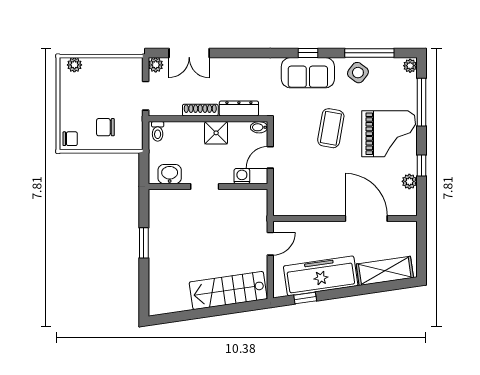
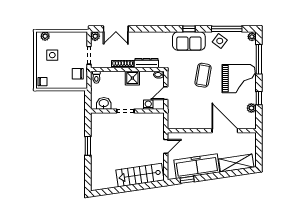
side table: (86, 96) -> (52, 55), added
chair: (105, 127) -> (78, 74), moved

